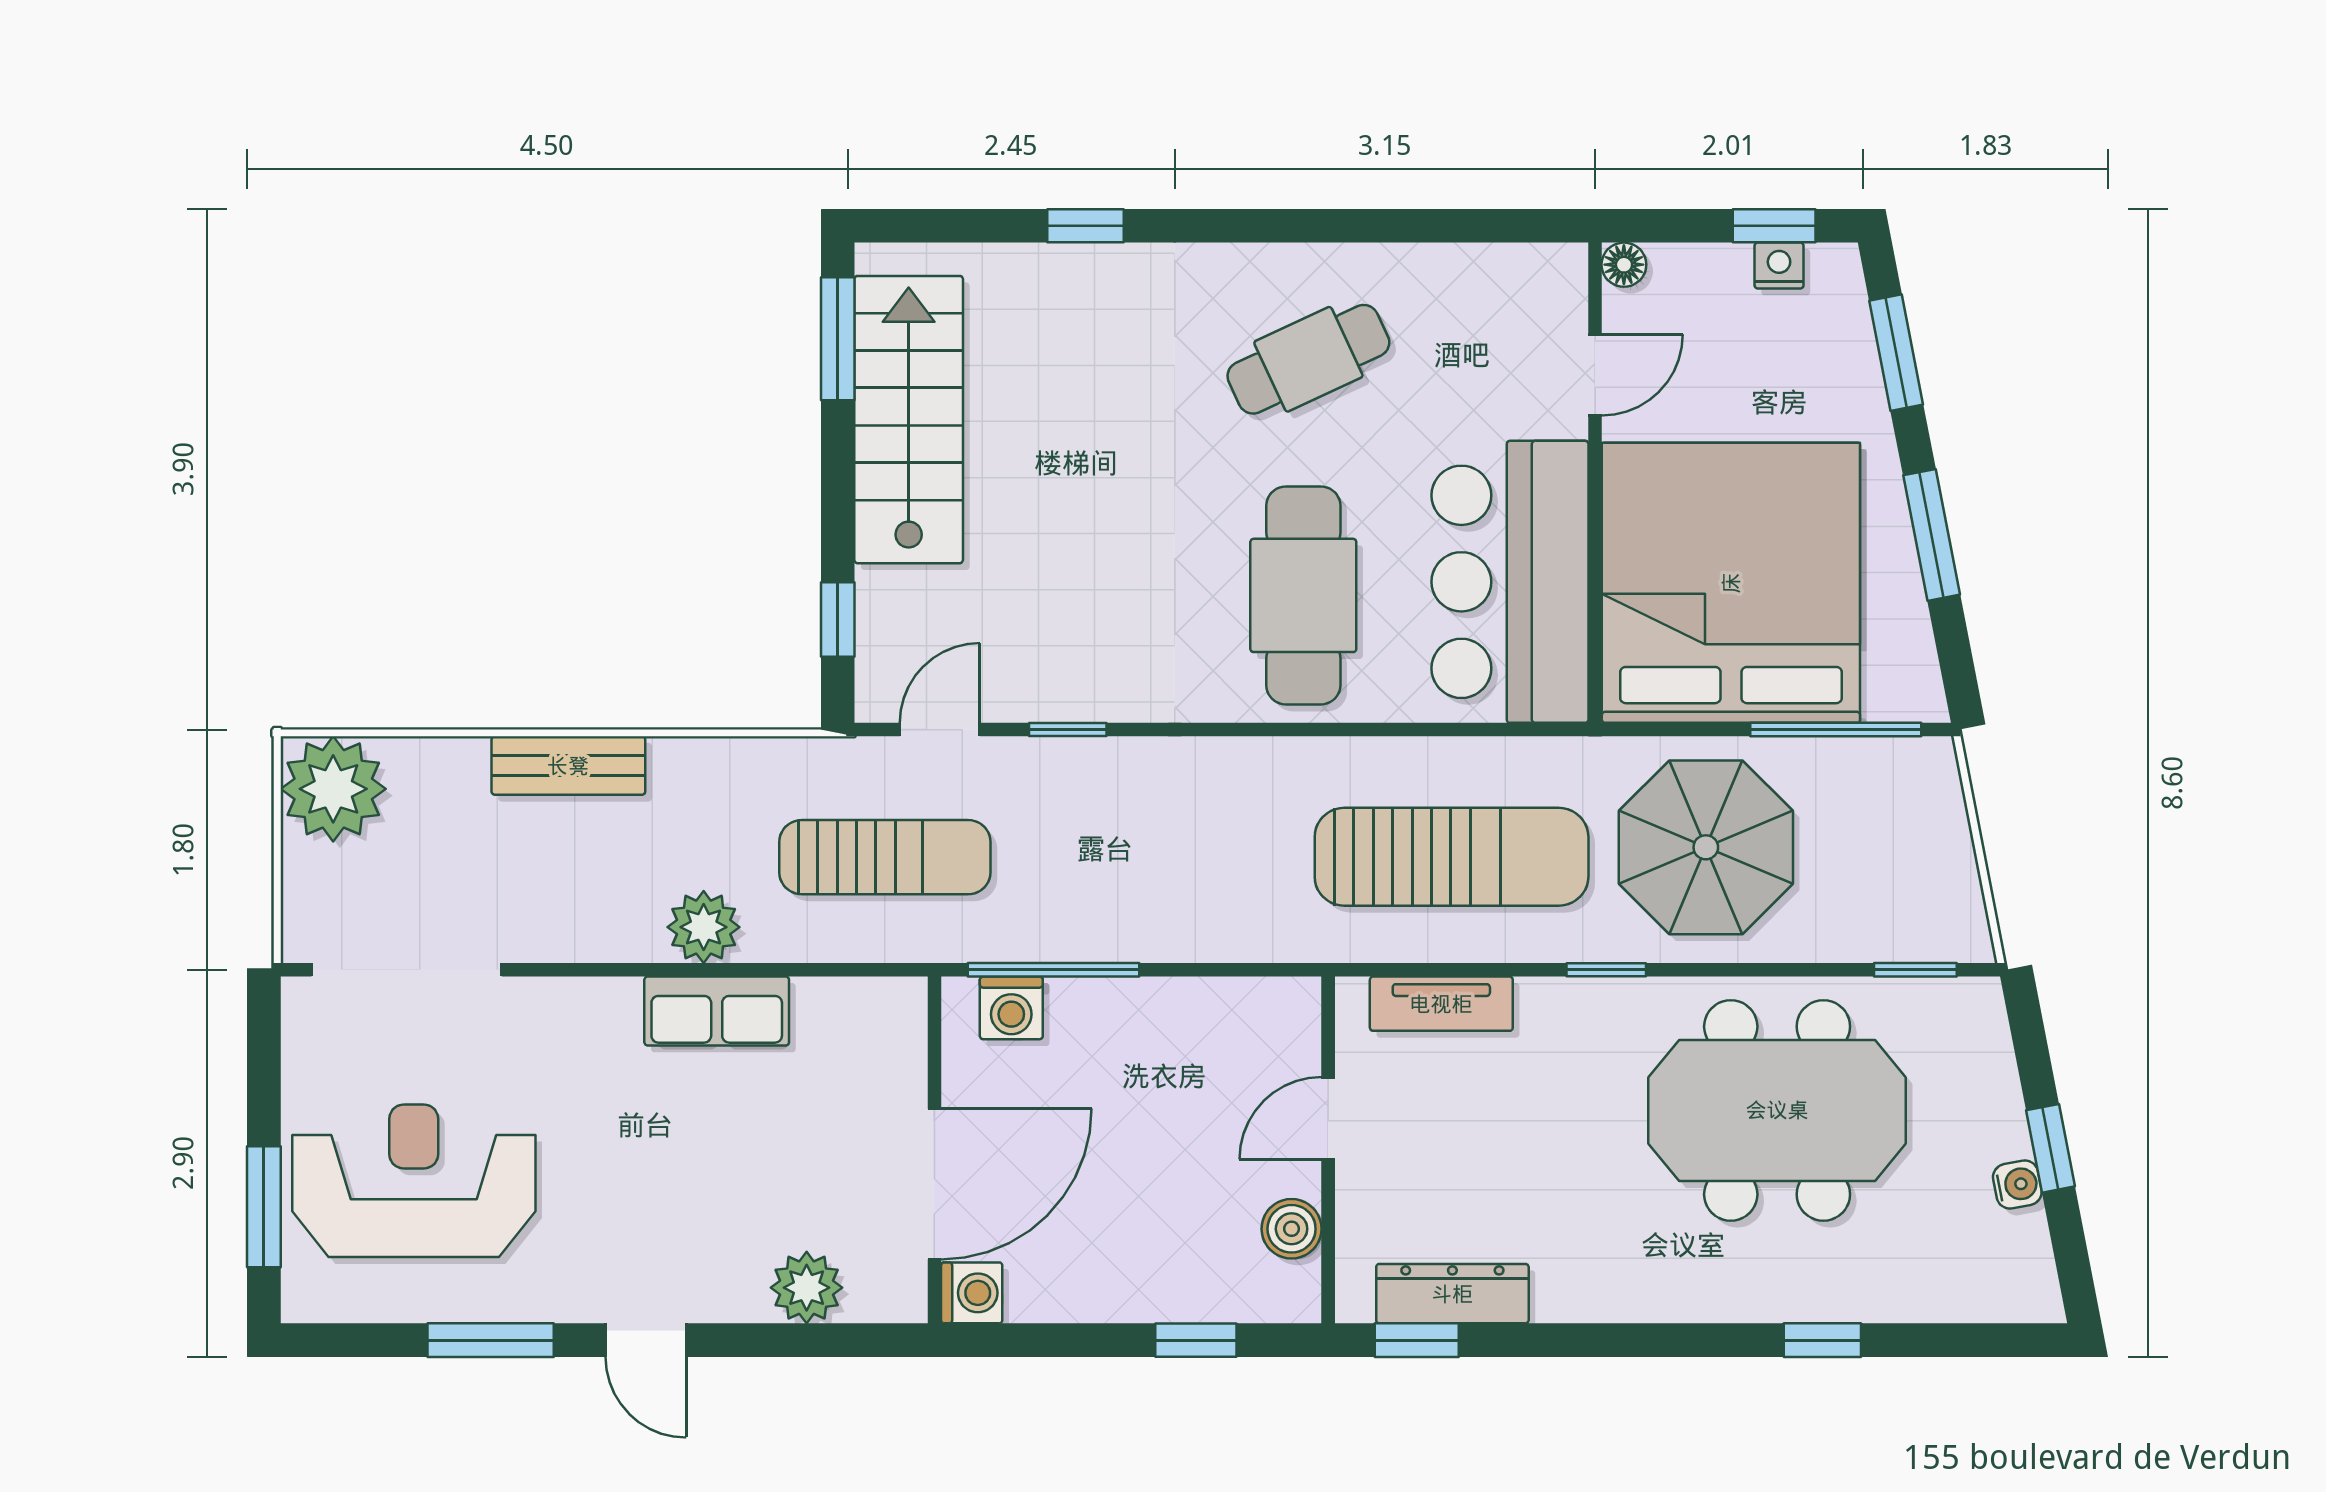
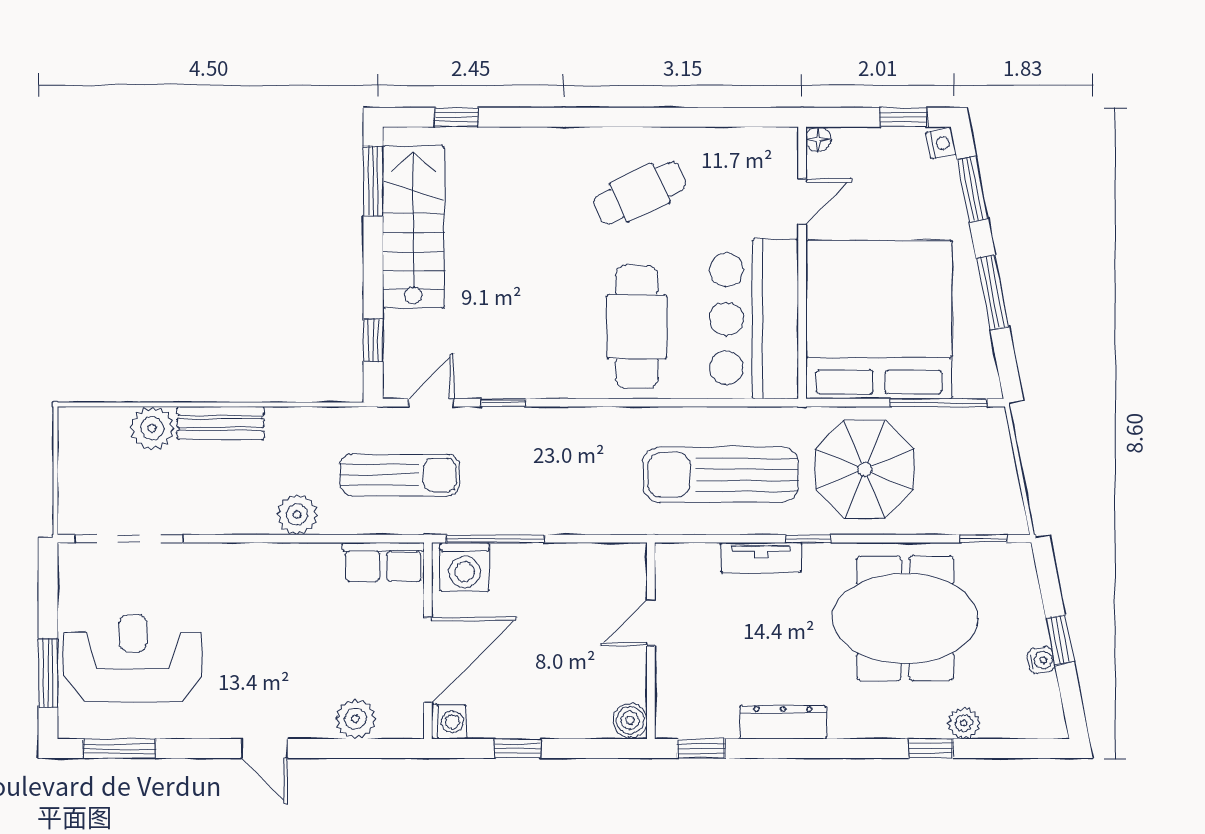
window: (1086, 226) -> (456, 117), moved
nightstand: (1779, 266) -> (941, 143), moved, turned 79
plant: (333, 789) -> (152, 428), moved, width x0.73, depth x0.73
sun lounger: (1452, 857) -> (721, 475), turned 180
tv unit: (1441, 1004) -> (761, 558), moved
washing machine: (1011, 1008) -> (465, 567), width x1.38, depth x1.38
row of seats: (717, 1011) -> (383, 562), moved
boiler: (1292, 1229) -> (630, 720), moved
dresser: (1452, 1294) -> (783, 722), moved
plant: (1880, 1295) -> (964, 723), added
window: (491, 1340) -> (120, 748), moved
window: (1196, 1340) -> (518, 748), moved

